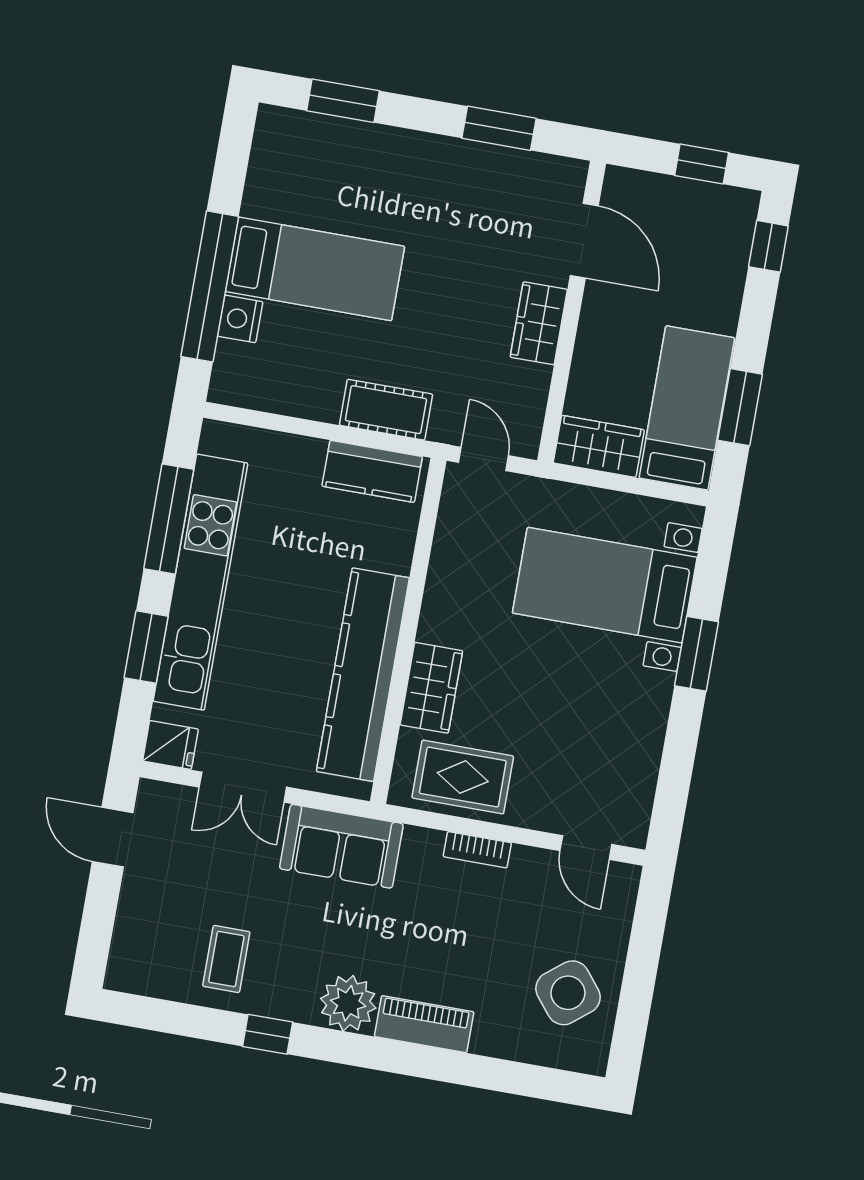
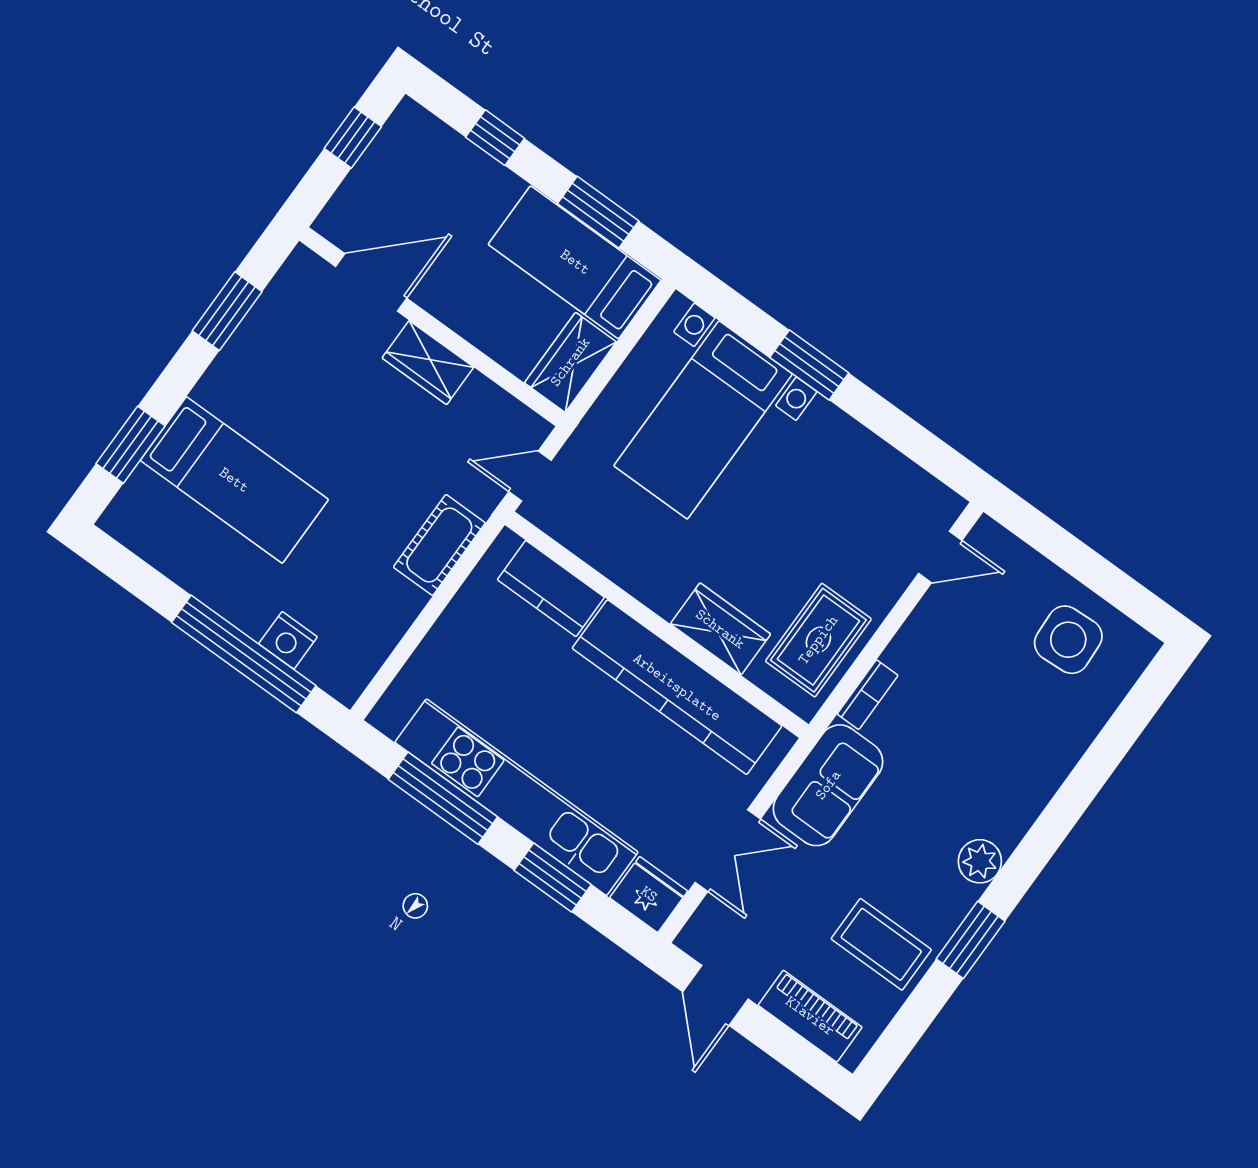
window: (768, 246) -> (495, 138), moved
bed: (315, 269) -> (234, 480), moved, turned 90
kitchen counter: (372, 471) -> (551, 589), moved, turned 90
fridge: (170, 745) -> (649, 894), width x1.38
door: (113, 837) -> (715, 995), hinge flipped
bookcase: (477, 850) -> (868, 695), moved
coffee table: (226, 959) -> (881, 944), width x1.36, depth x1.30
side table: (568, 993) -> (1068, 640), turned 36
plant: (348, 1003) -> (980, 861), width x0.73, depth x0.73
piano: (424, 1024) -> (810, 1016), moved, turned 90
window: (268, 1034) -> (971, 940), width x1.50

